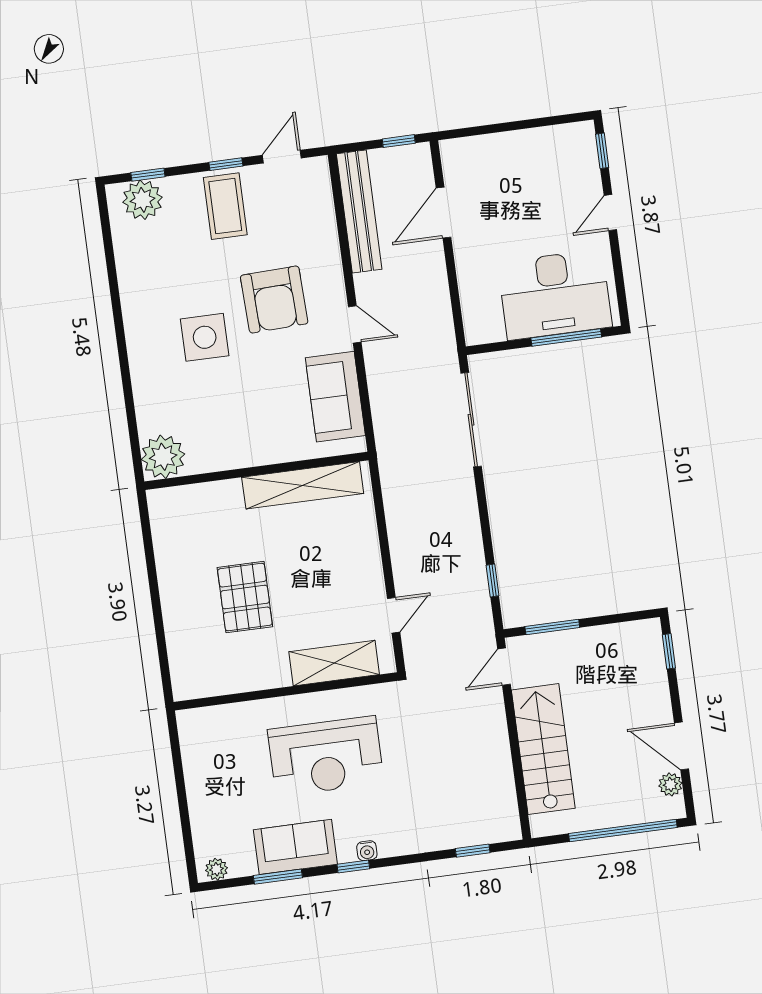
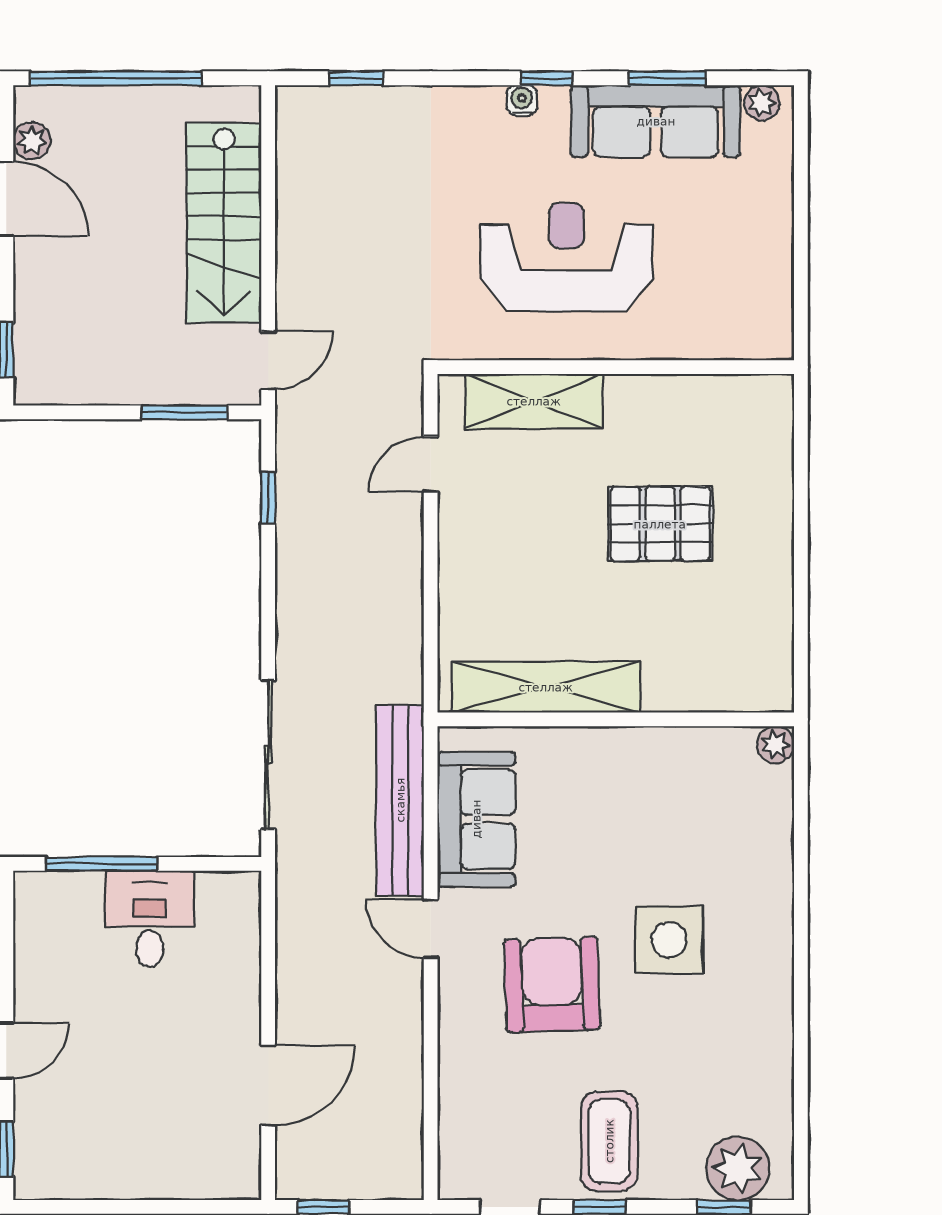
bench: (359, 212) -> (400, 800), moved
desk: (555, 295) -> (150, 919), width x0.53, depth x0.77
plant: (163, 457) -> (776, 745), width x0.53, depth x0.53
pallet: (245, 597) -> (660, 524), turned 90
sofa: (295, 847) -> (656, 121), width x1.36

